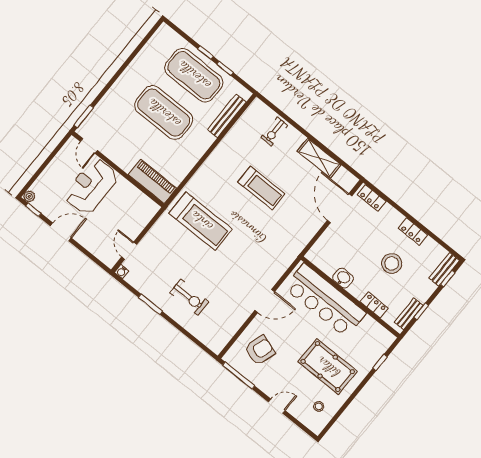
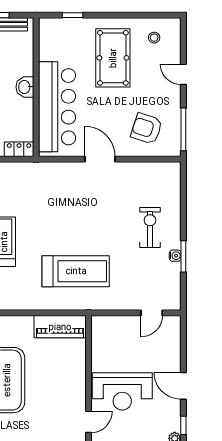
piano: (152, 181) -> (60, 327), moved, turned -90
treadmill: (201, 221) -> (76, 271), turned 90
water cooler: (122, 272) -> (175, 256), moved
washbasin: (343, 278) -> (25, 87), moved
locker: (374, 305) -> (19, 149), moved, turned 90

